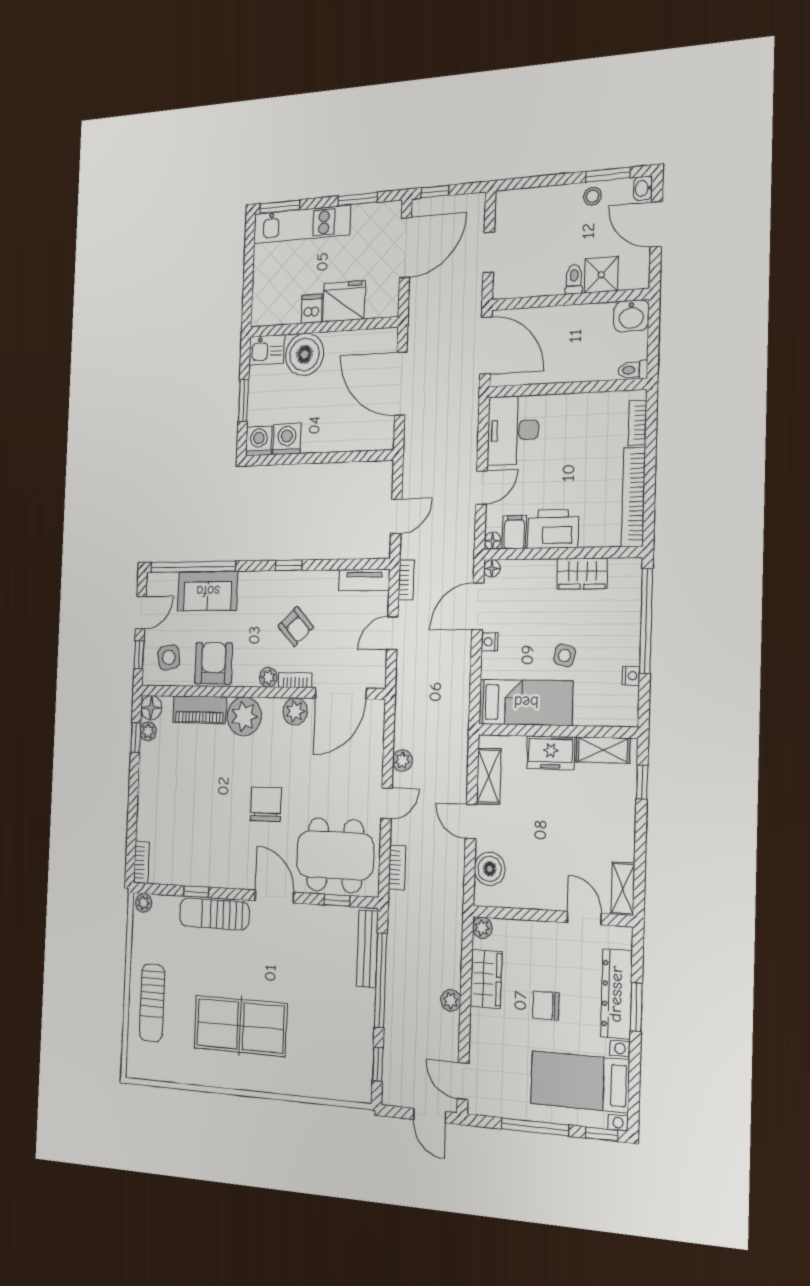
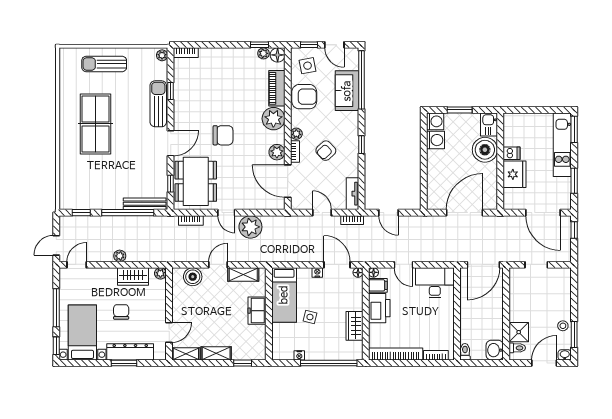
toilet: (574, 279) -> (517, 348), moved
shelving: (603, 750) -> (216, 353), moved, turned 90
plant: (402, 761) -> (250, 227), width x1.88, depth x1.88

